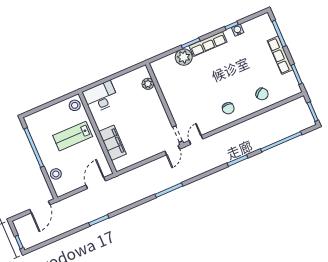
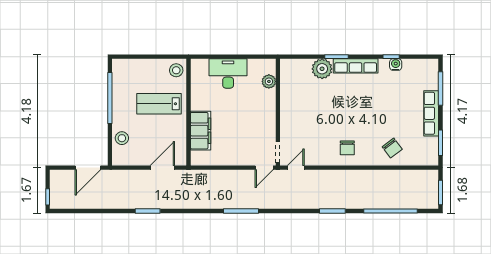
desk: (101, 97) -> (228, 73), moved

